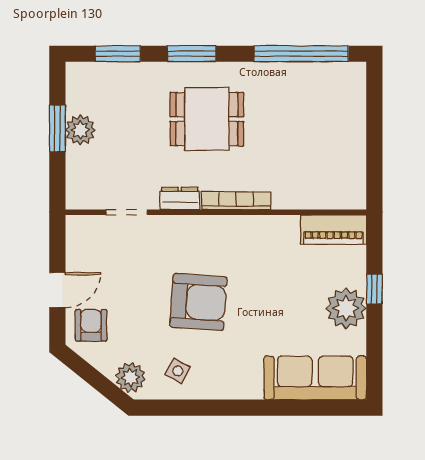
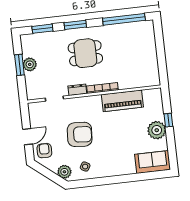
piano: (334, 230) -> (122, 101), moved, width x1.37, depth x1.33
armchair: (198, 302) -> (80, 134), moved
sofa: (315, 378) -> (153, 162), width x0.73

